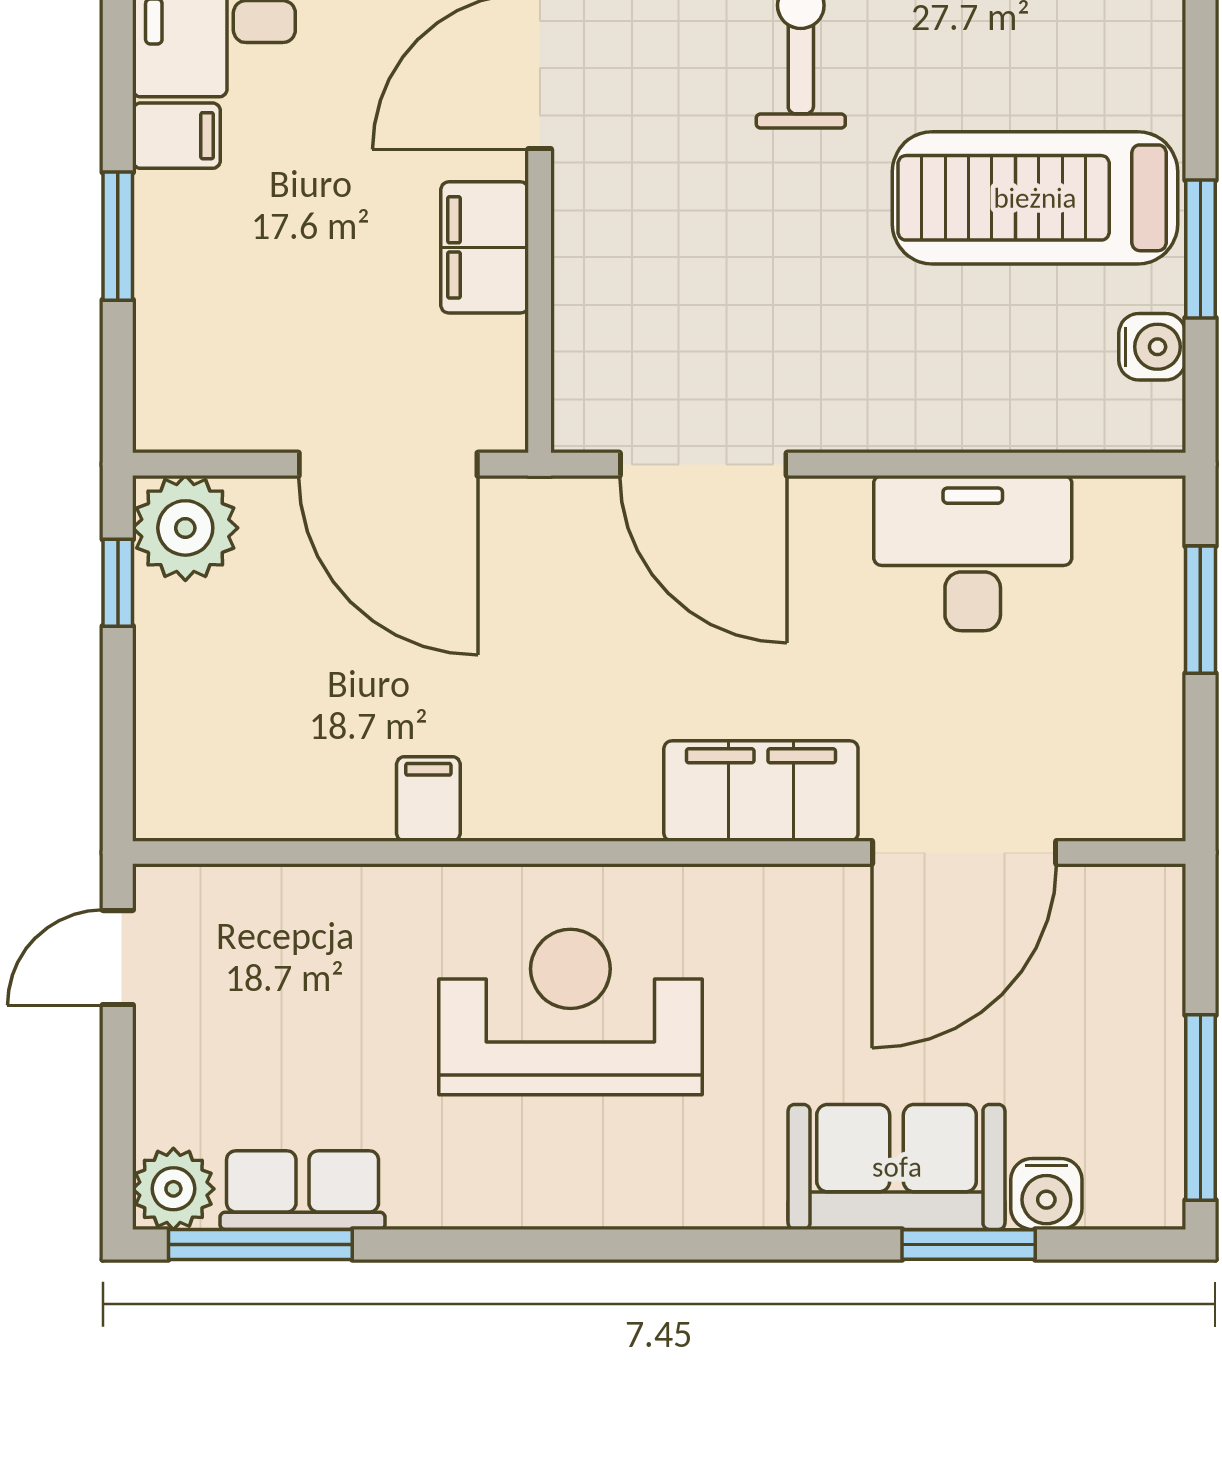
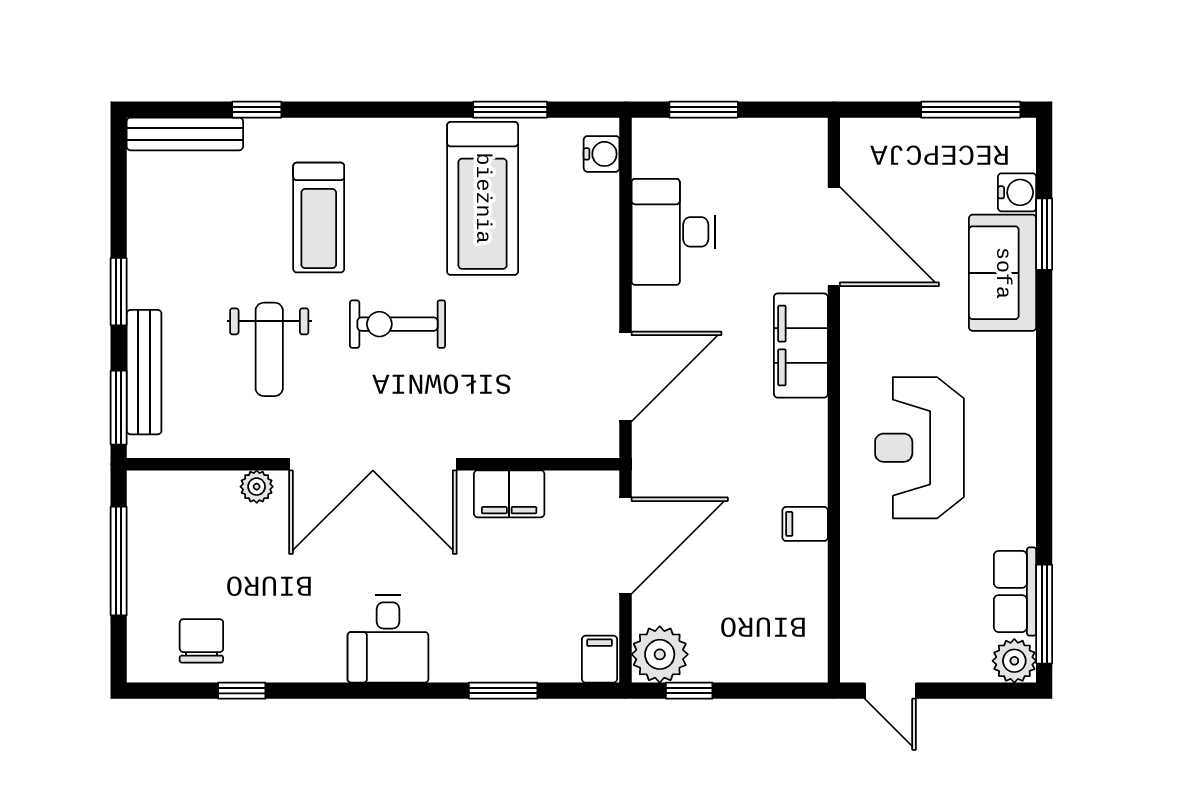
filing cabinet: (176, 136) -> (600, 659), moved
water cooler: (1152, 347) -> (602, 154), moved, turned 90

